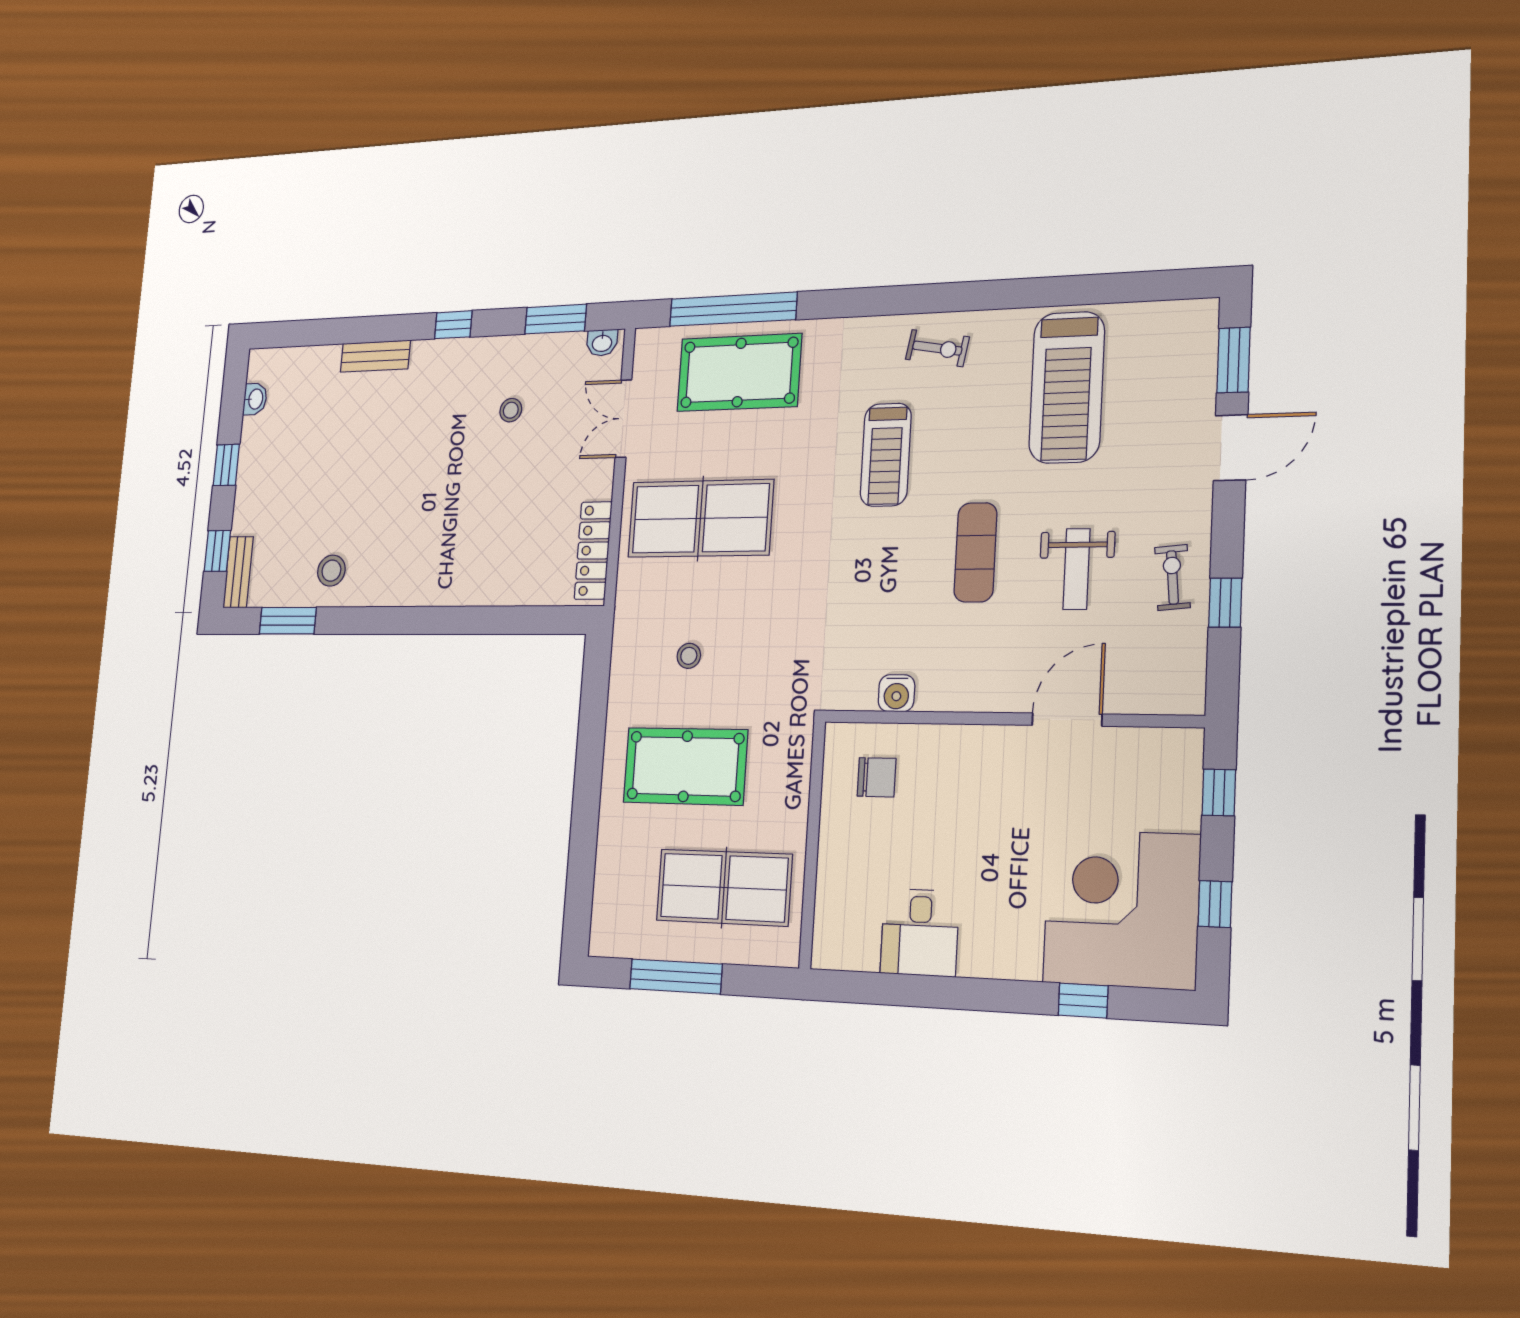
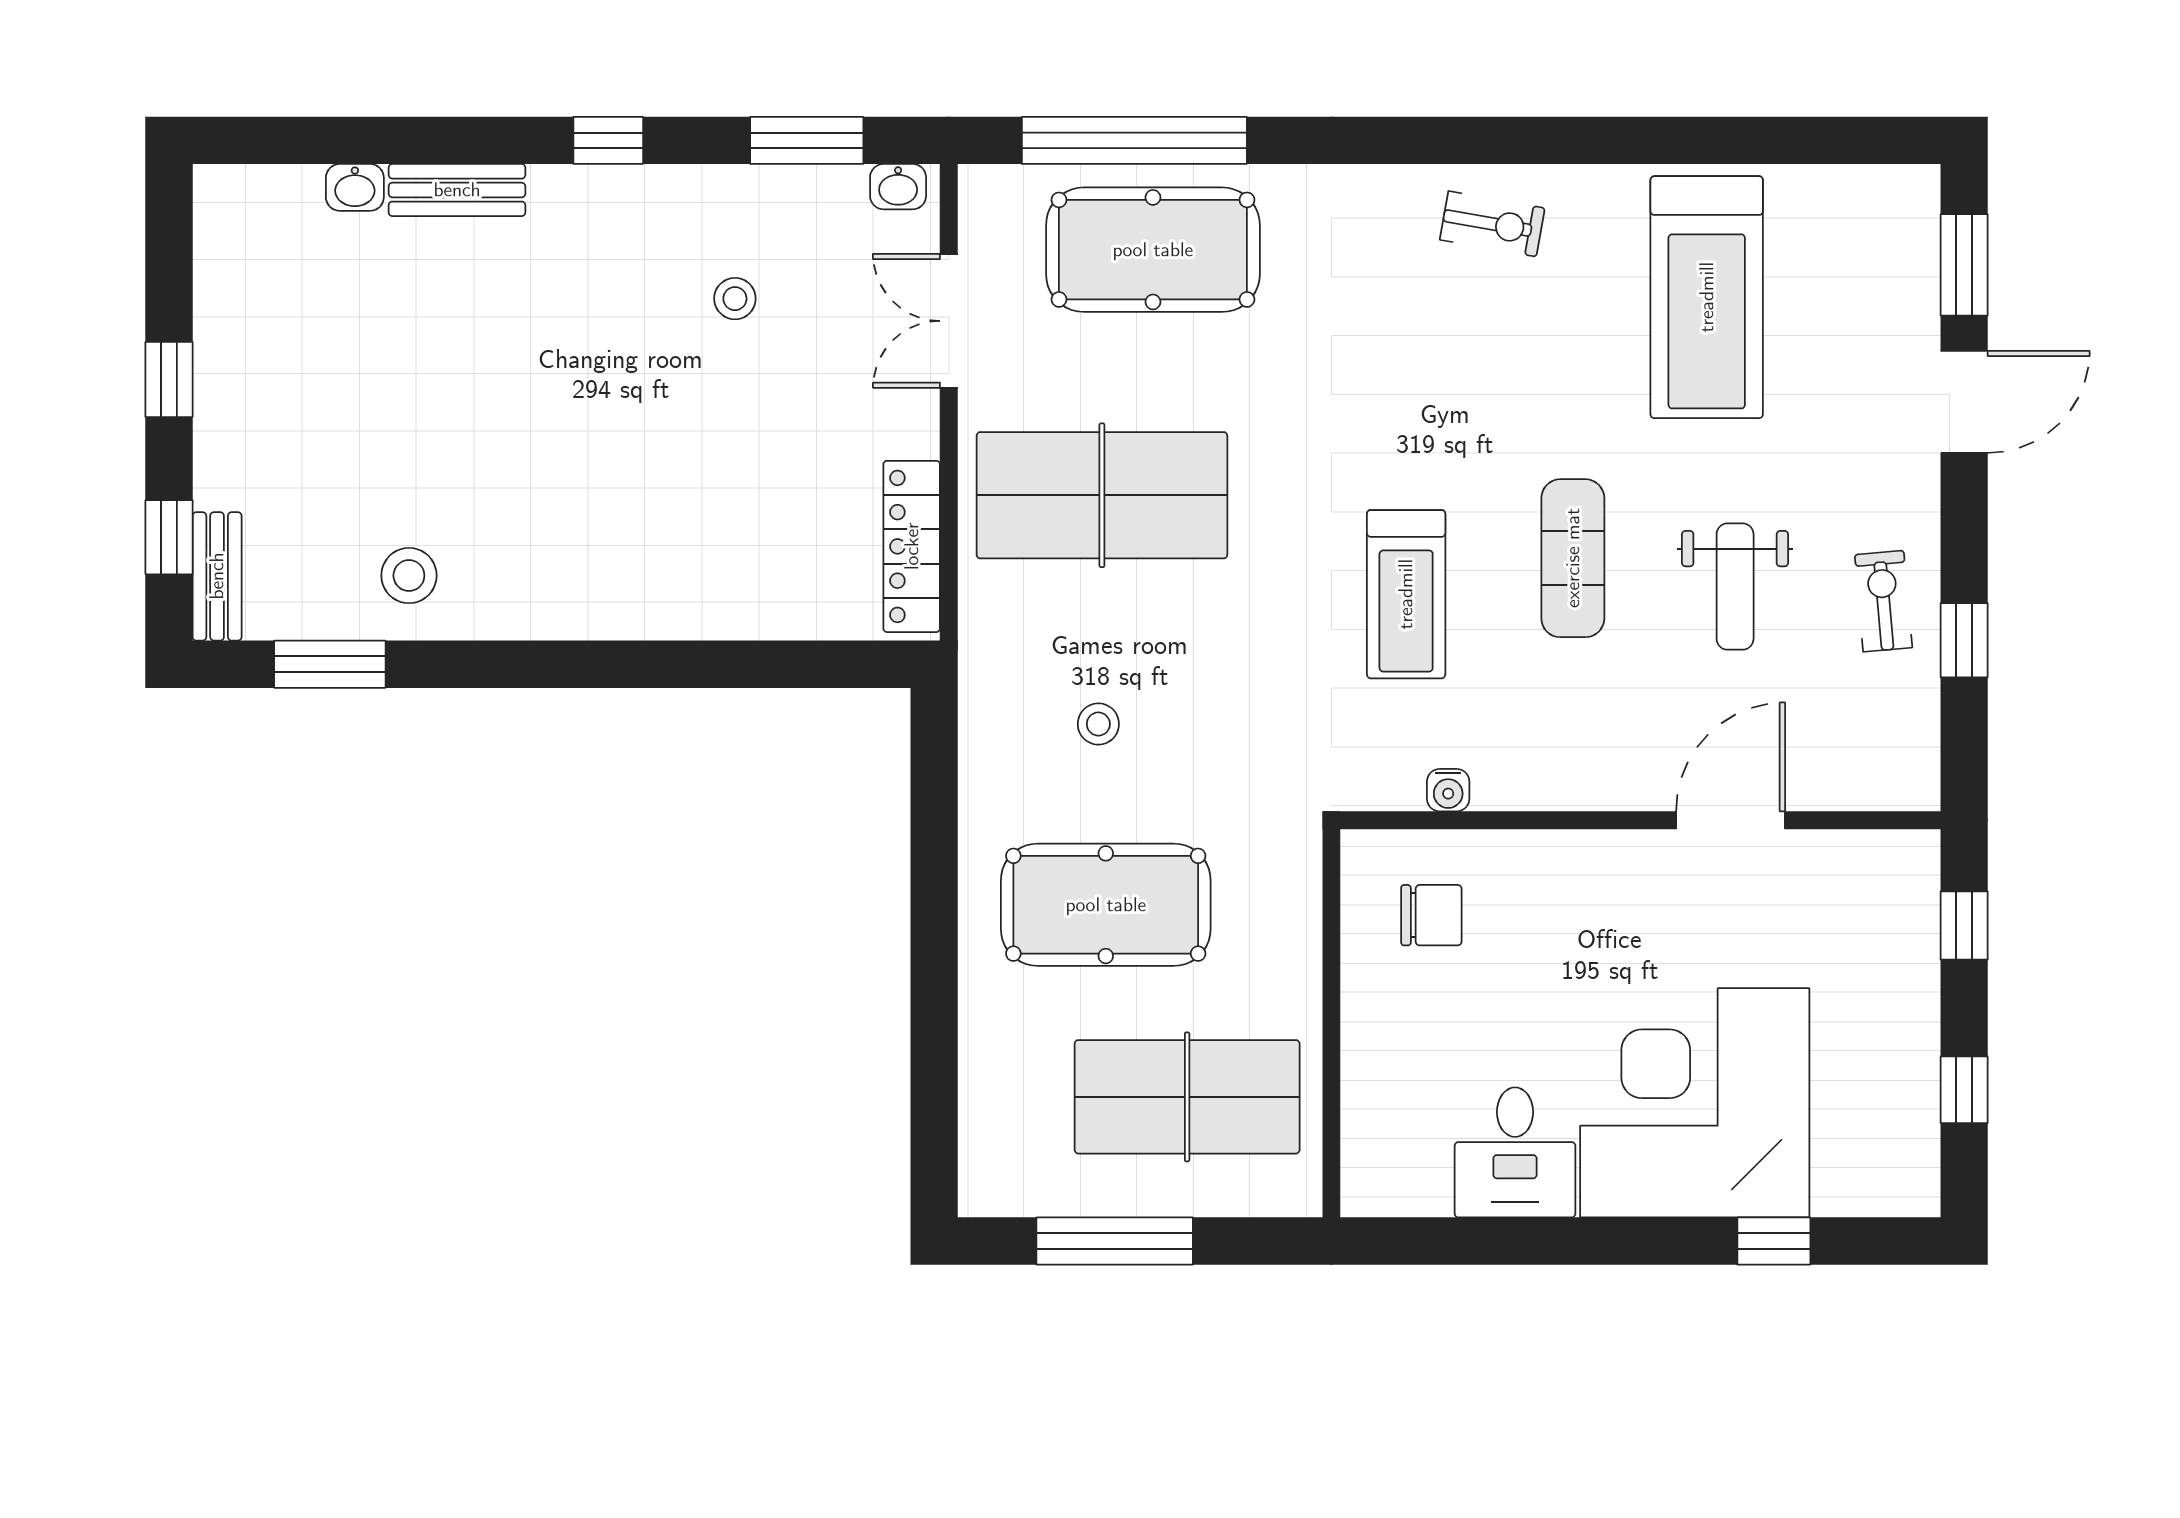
washbasin: (255, 399) -> (355, 187), moved, turned 90
treadmill: (886, 455) -> (1406, 594), moved
water cooler: (896, 693) -> (1448, 790), width x0.72, depth x0.72
corner desk: (1121, 909) -> (1695, 1103), moved

